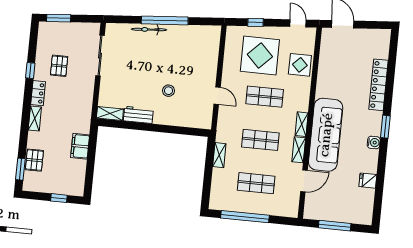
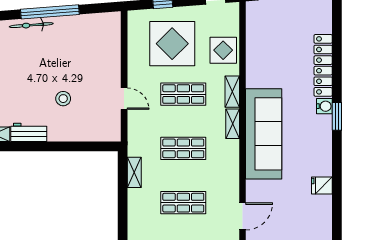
water cooler: (374, 142) -> (324, 106), moved
shelving: (299, 150) -> (232, 92), moved
door: (304, 181) -> (243, 216), moved

